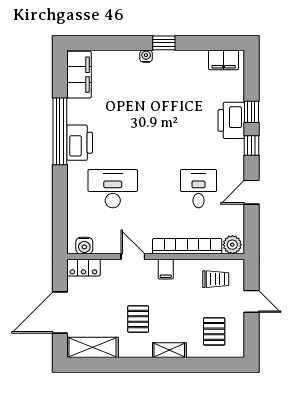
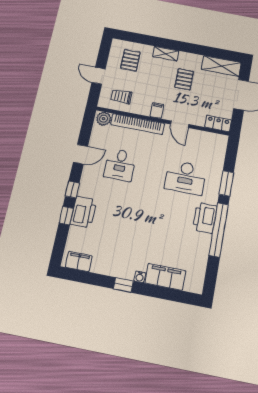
filing cabinet: (79, 75) -> (165, 277), moved, turned 90
window: (60, 191) -> (226, 183), added
water cooler: (84, 246) -> (215, 139), removed

